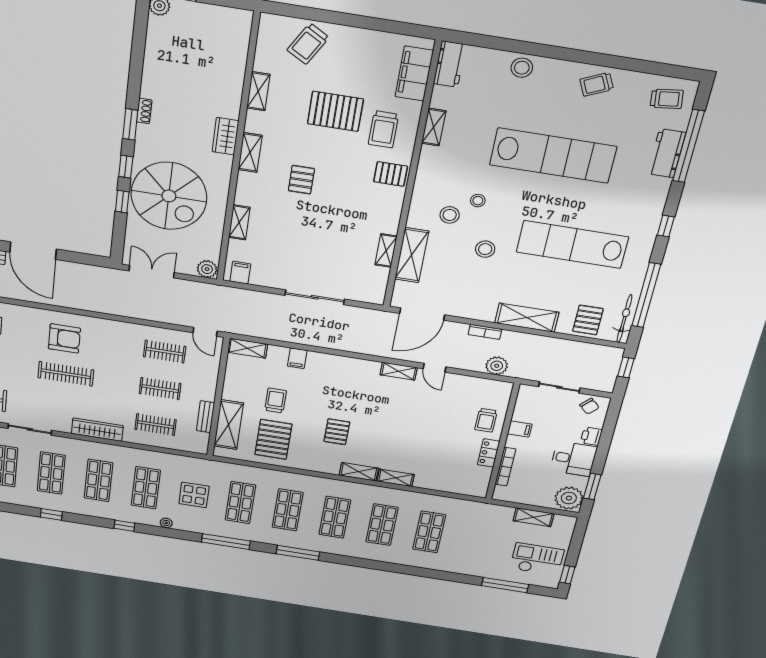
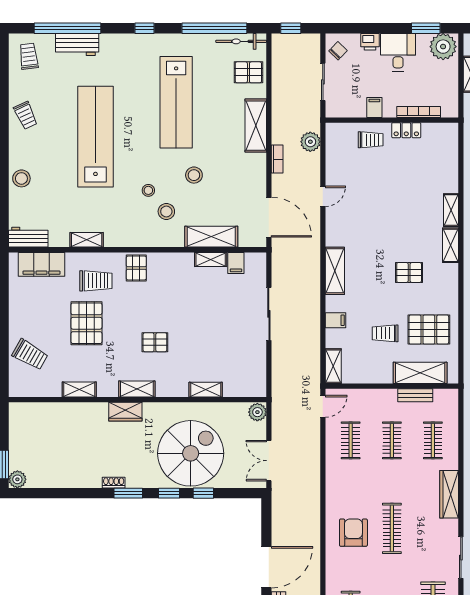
filing cabinet: (240, 273) -> (236, 263), moved, turned -90
shelving: (399, 371) -> (335, 271), moved, width x1.50, depth x1.33

